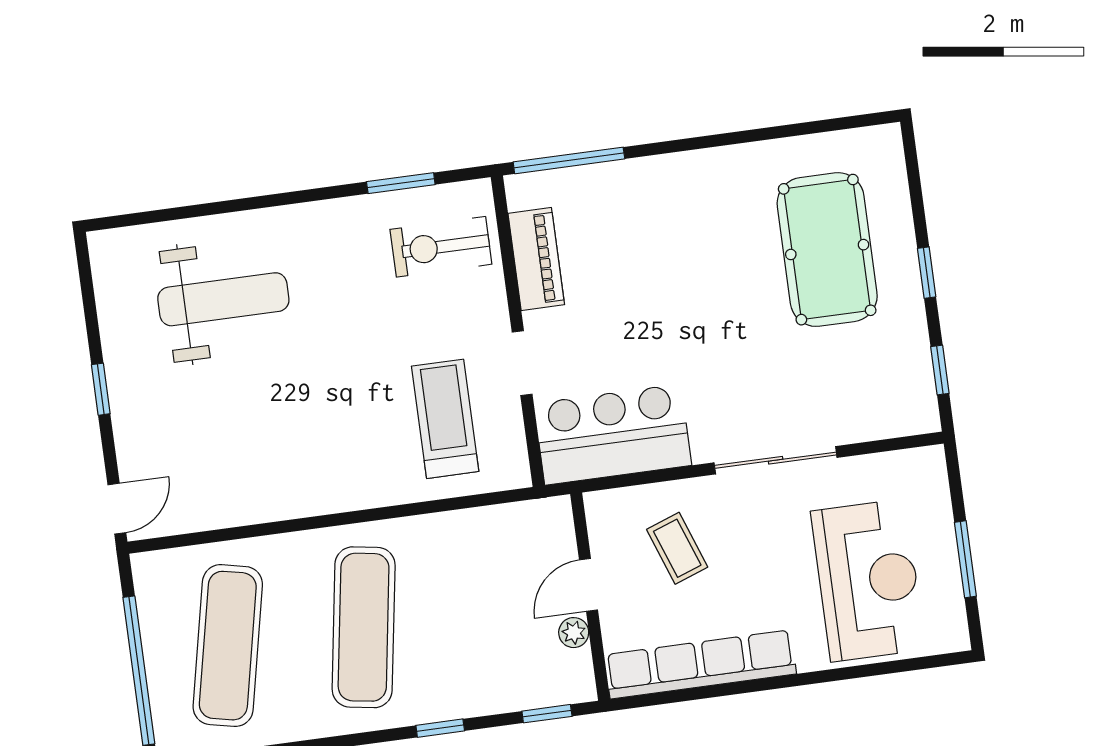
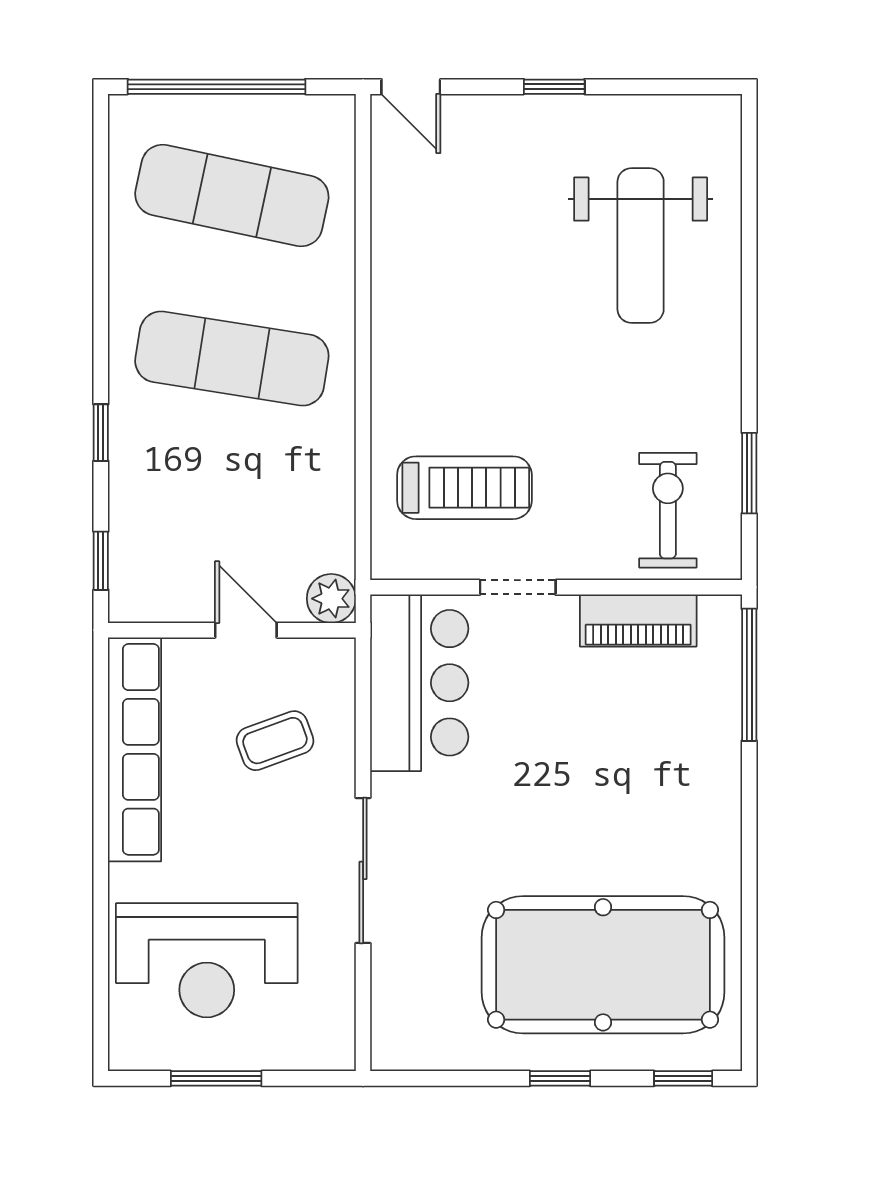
pool table: (827, 250) -> (603, 965), width x1.36, depth x1.32
window: (940, 370) -> (683, 1078), moved
plant: (574, 633) -> (331, 599), moved, width x1.38, depth x1.38

